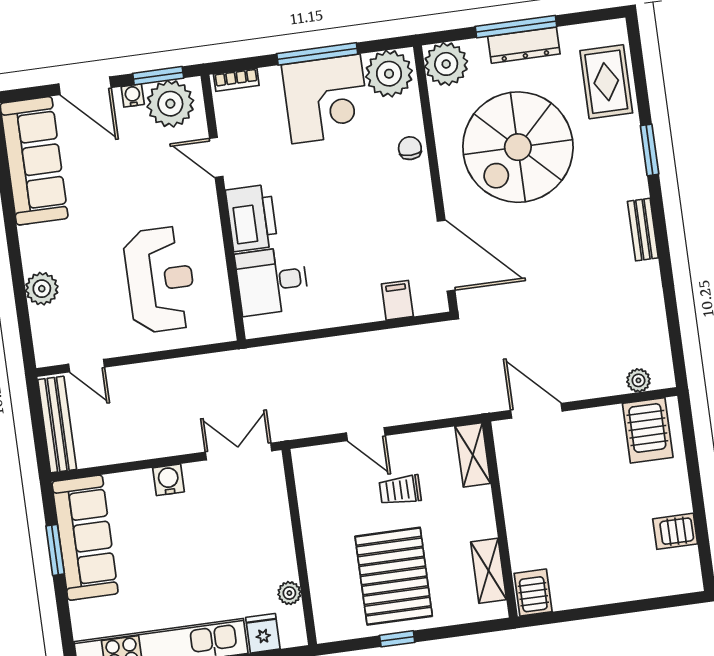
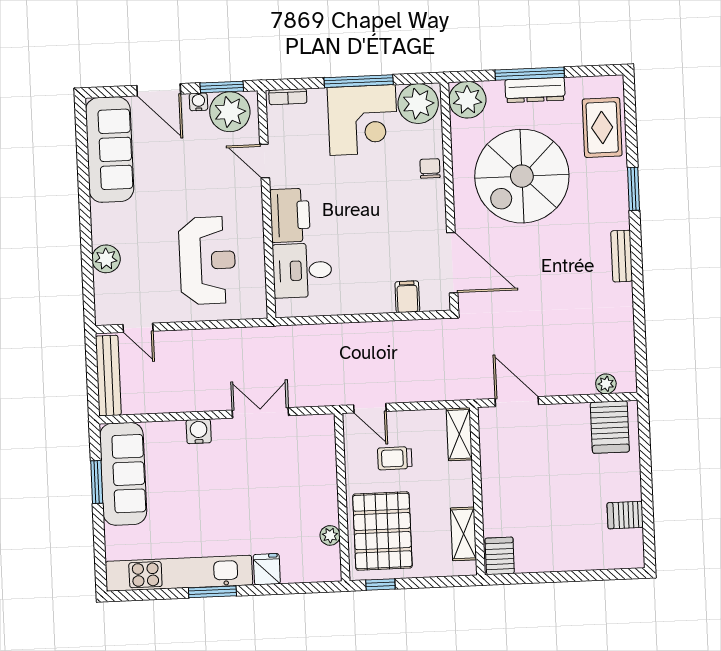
wall: (299, 547) -> (342, 497), moved
plant: (289, 593) -> (330, 535), moved

